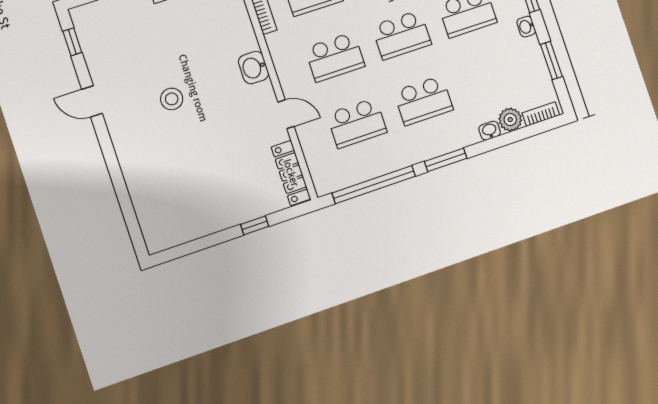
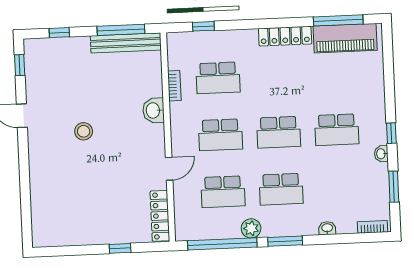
washbasin: (254, 68) -> (154, 110), moved
door: (286, 114) -> (169, 169), hinge flipped
plant: (510, 120) -> (251, 228), moved

